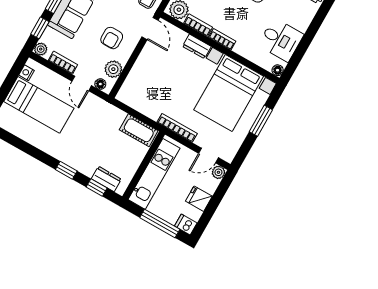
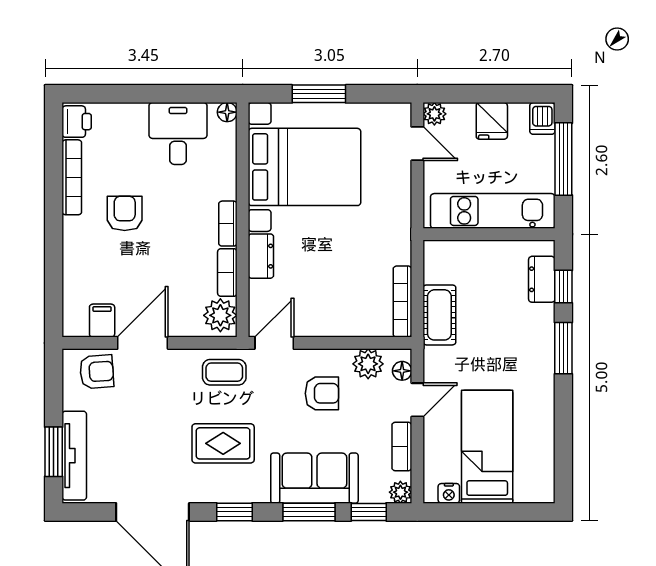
bookcase: (177, 128) -> (402, 302), moved
cot: (139, 130) -> (439, 315), moved
window: (66, 170) -> (563, 348), width x1.50

